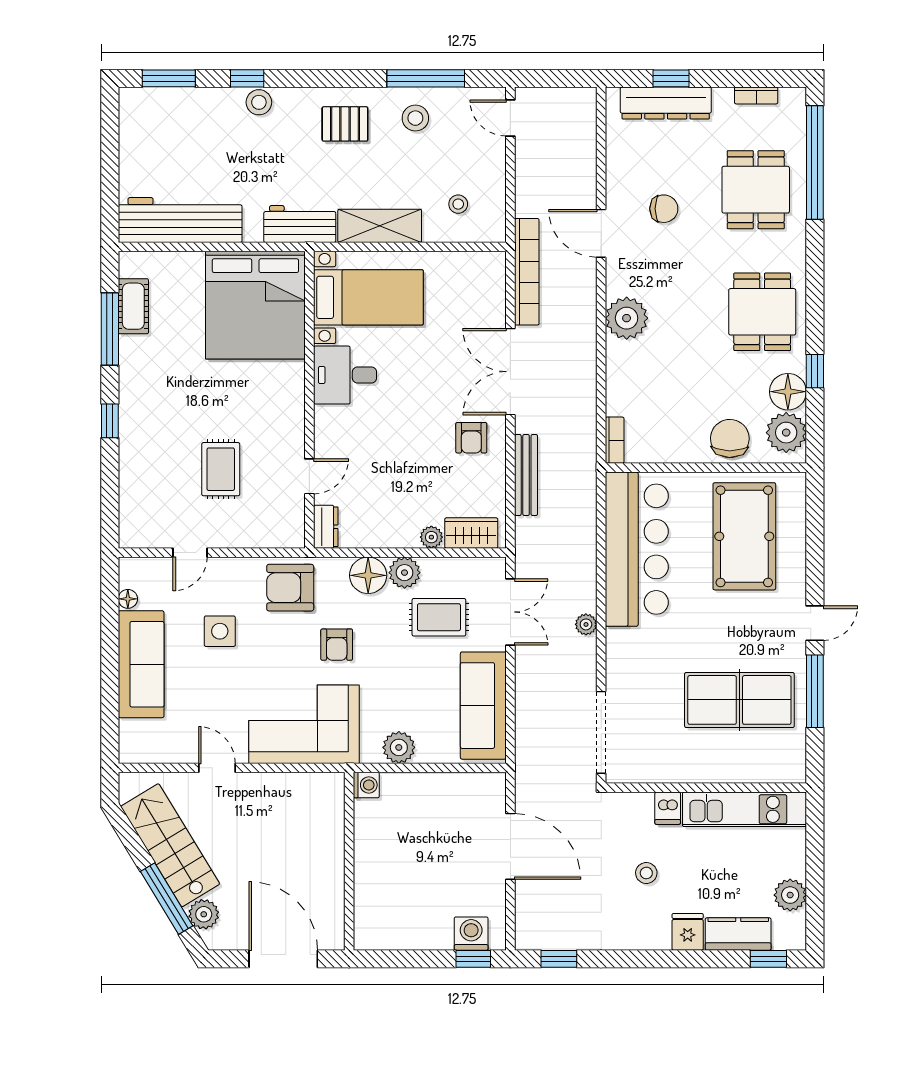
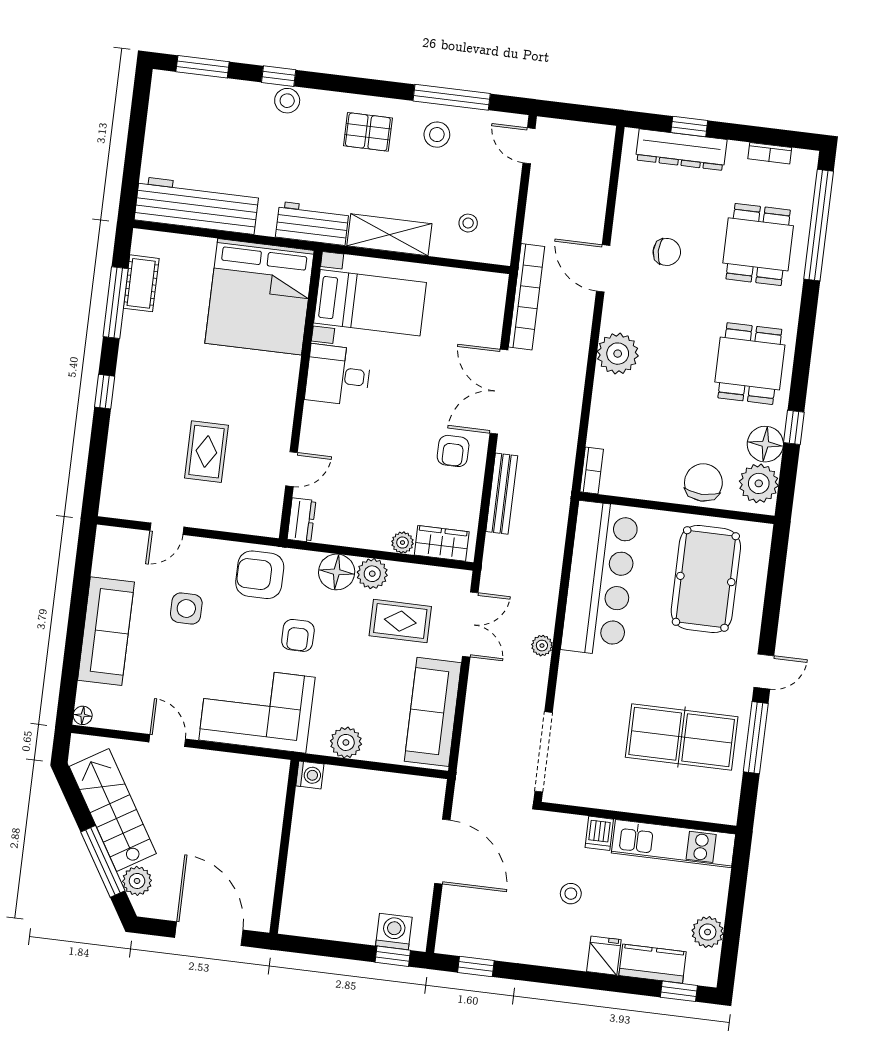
floor lamp: (128, 599) -> (83, 715), moved

